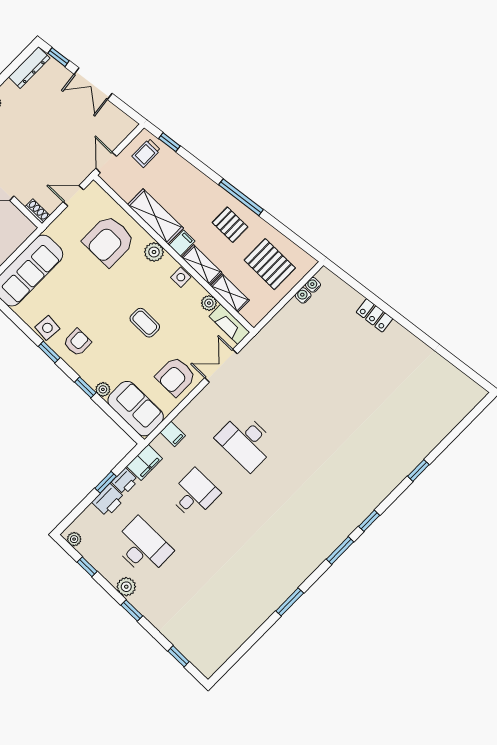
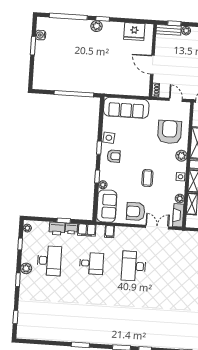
armchair: (109, 241) -> (170, 132), turned 90

